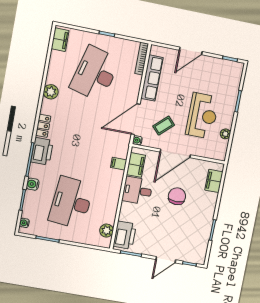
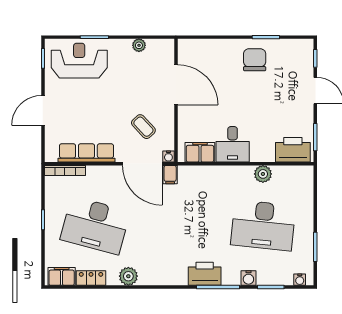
door: (191, 51) -> (43, 111), swing flipped
reception desk: (202, 116) -> (79, 61), moved
locker: (43, 126) -> (91, 278), moved
door: (175, 153) -> (176, 85), moved
filing cabinet: (119, 164) -> (170, 175), moved
filing cabinet: (214, 181) -> (202, 48), removed
chair: (177, 196) -> (255, 60), moved, turned 90
plant: (107, 231) -> (263, 174), moved

